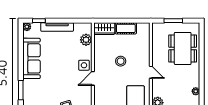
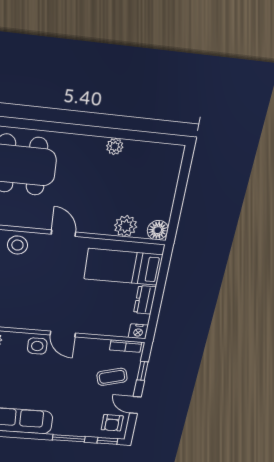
stool: (121, 61) -> (17, 245), moved
door: (151, 72) -> (63, 233), hinge flipped

